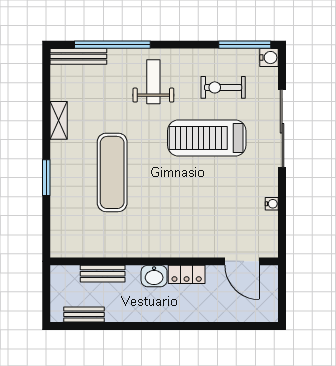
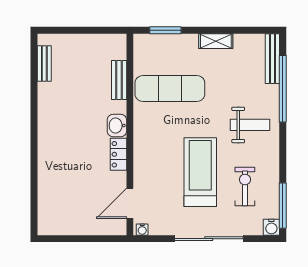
wall: (164, 261) -> (130, 134), moved
door: (242, 261) -> (130, 203), moved
bench: (103, 274) -> (119, 80), moved
locker: (187, 274) -> (118, 154), moved
washbasin: (154, 276) -> (117, 126), moved

